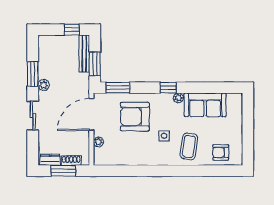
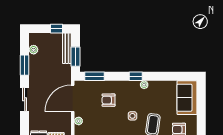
plant: (44, 85) -> (34, 50), moved
sofa: (205, 105) -> (187, 98), moved, turned 90
armchair: (135, 117) -> (108, 100), width x0.53, depth x0.53

